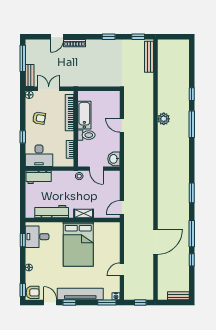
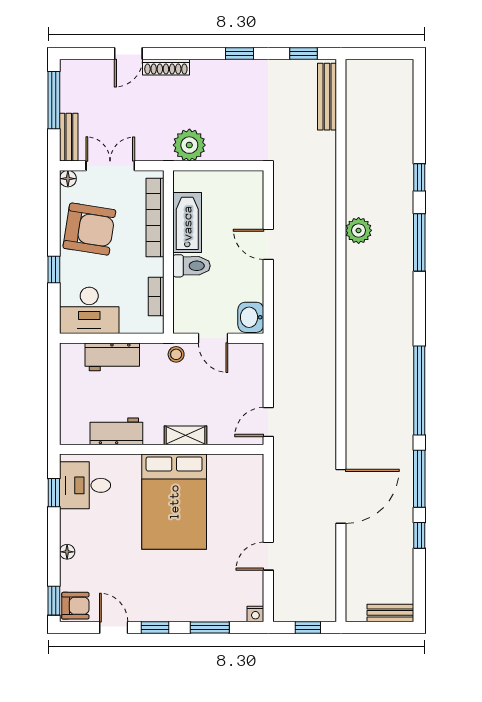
plant: (85, 79) -> (189, 145), added
armchair: (39, 118) -> (89, 229), width x1.88, depth x1.88
workbench: (39, 177) -> (112, 357), moved
window: (192, 193) -> (419, 390), width x2.11
workbench: (52, 212) -> (116, 431), width x0.73
tv unit: (80, 294) -> (178, 609), removed
window: (107, 303) -> (210, 628), moved

